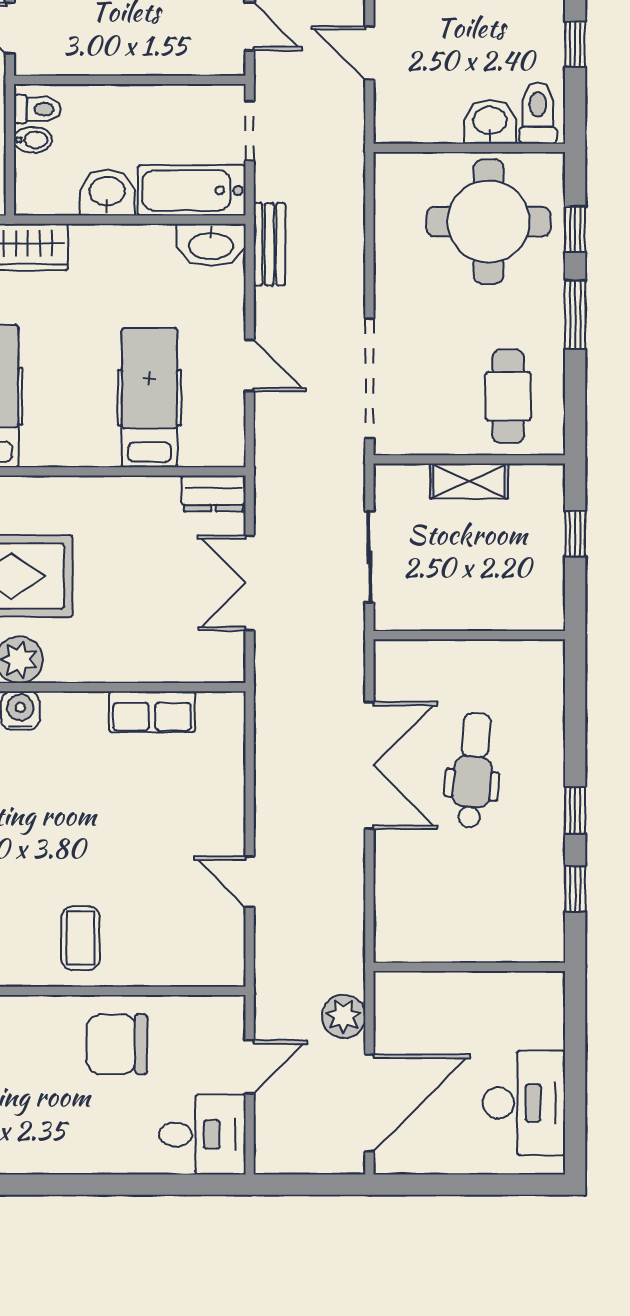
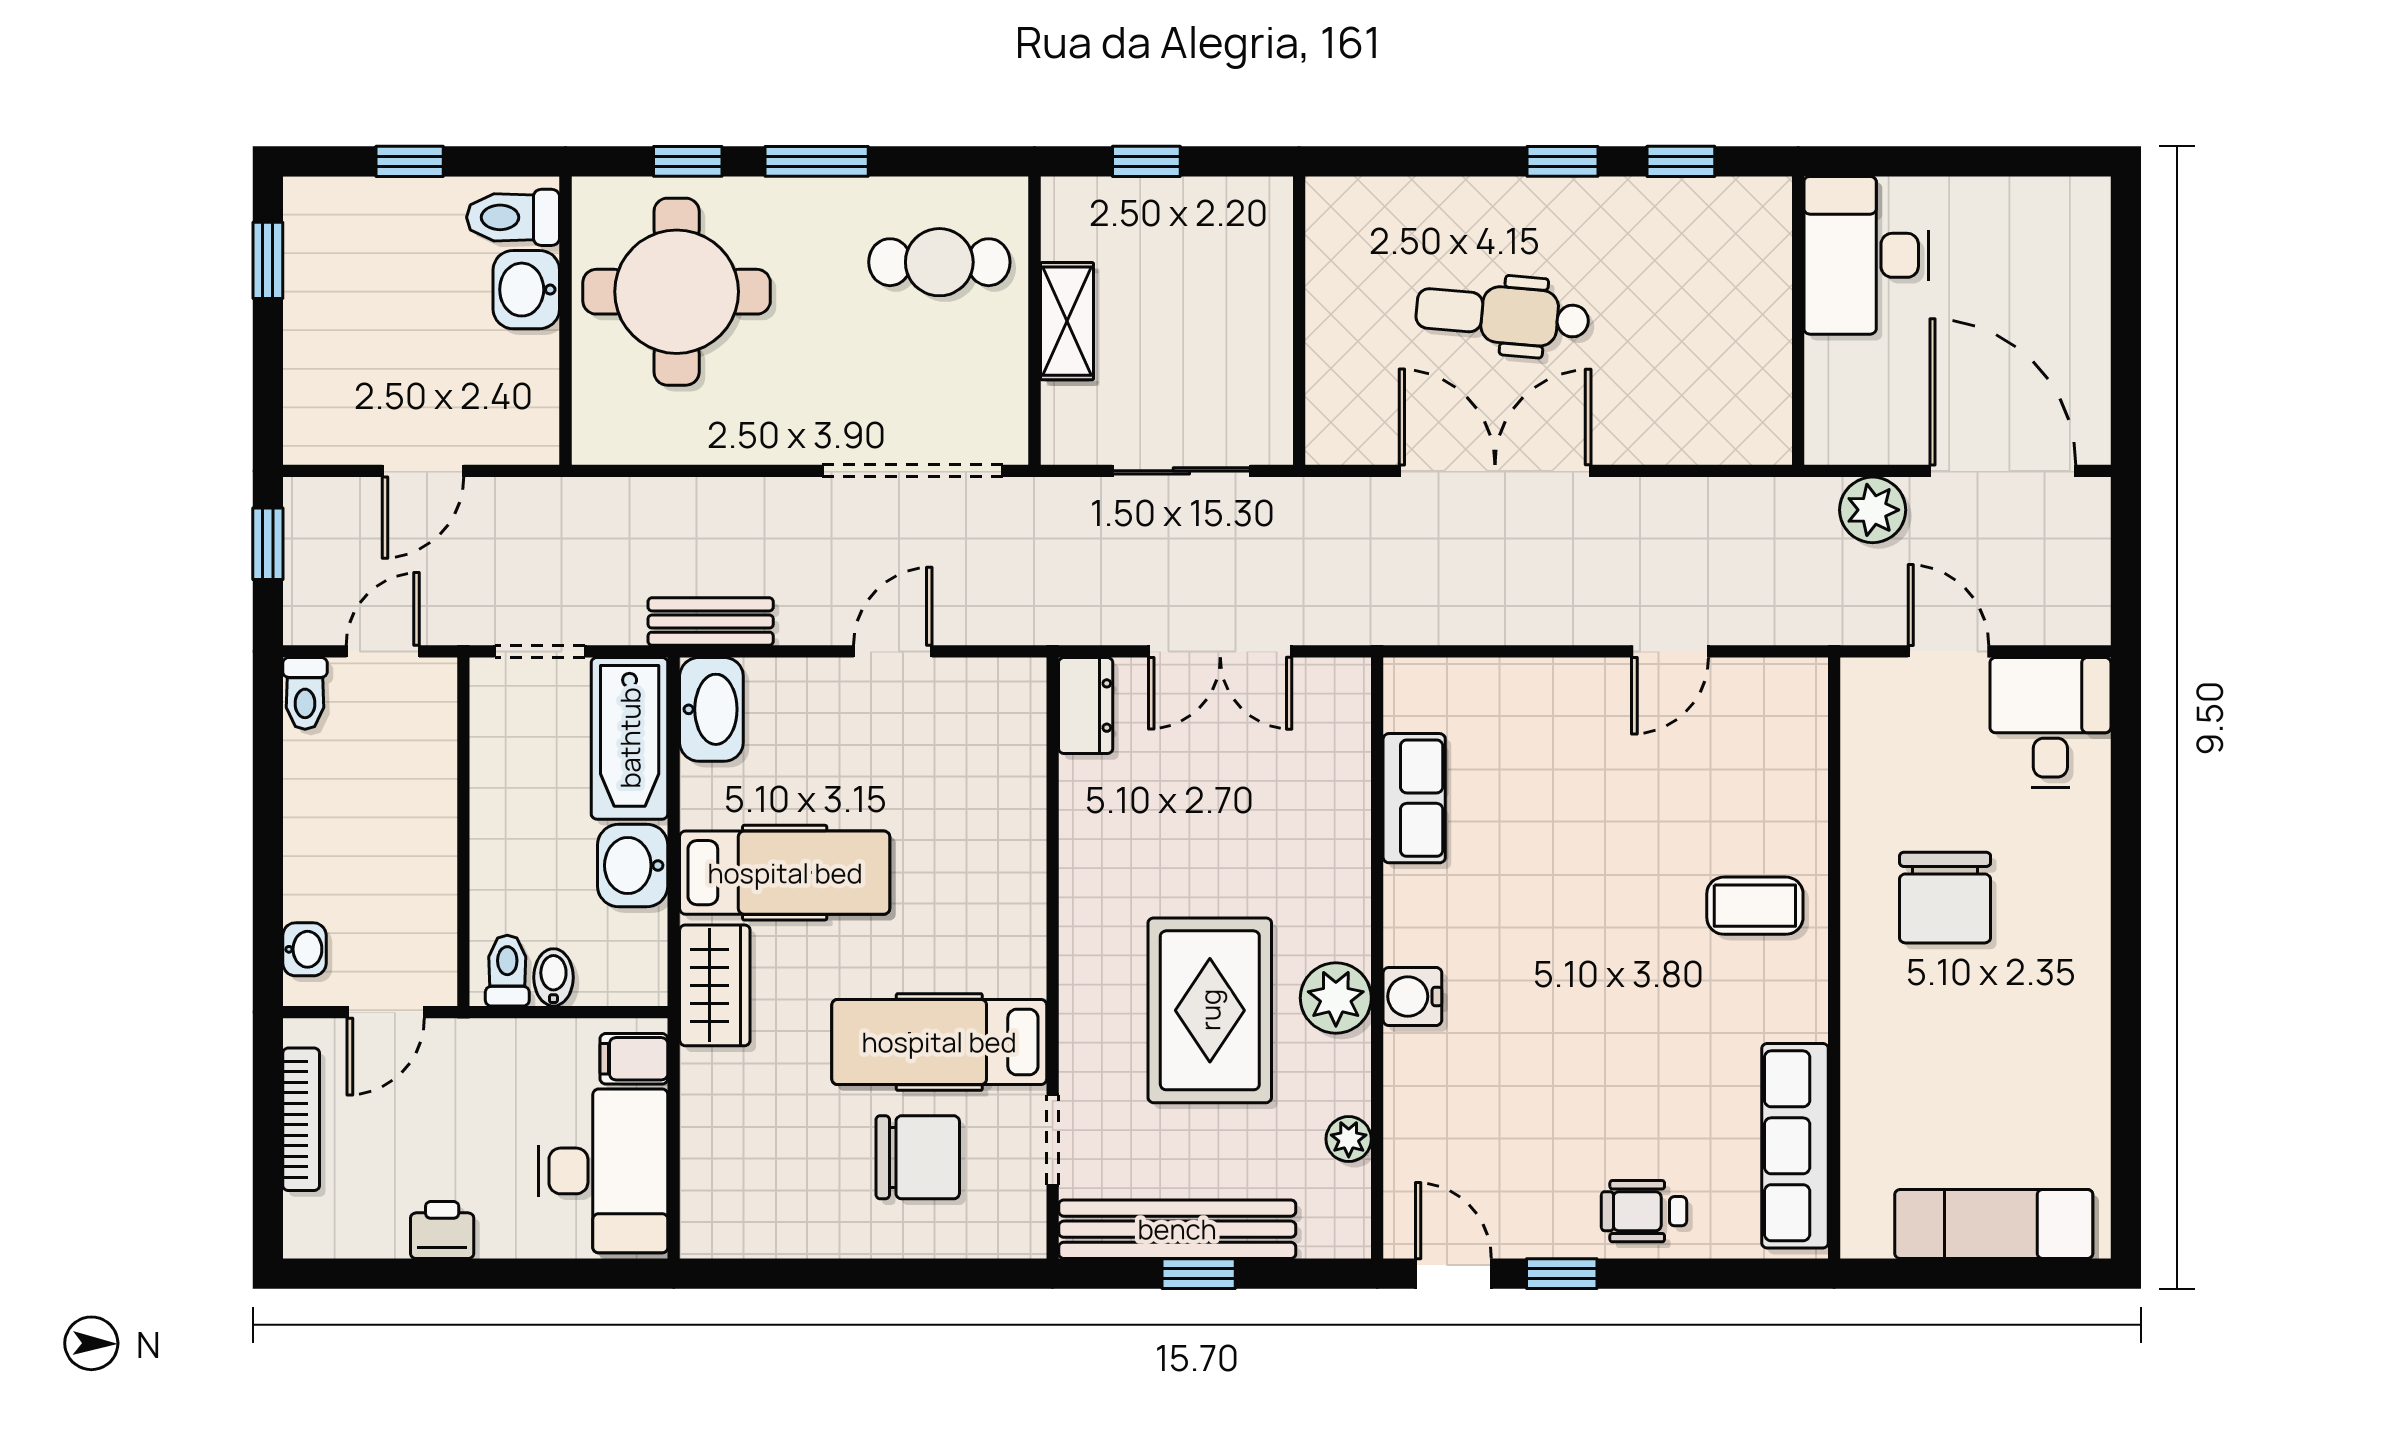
hospital bed: (149, 398) -> (785, 873), moved, turned 180
chair: (117, 1044) -> (1945, 898), moved
desk: (524, 1103) -> (1866, 255), moved, turned -90

